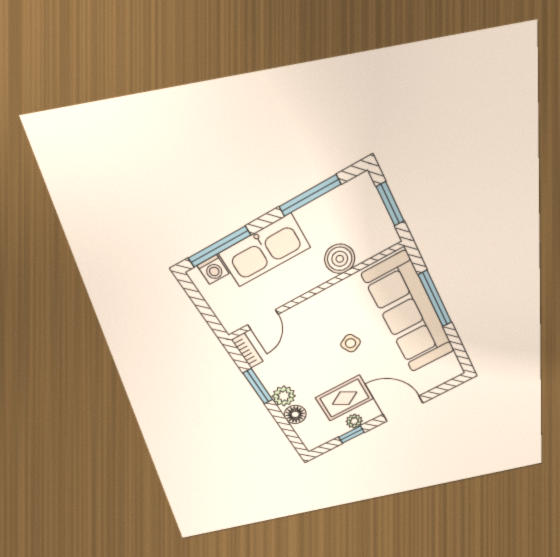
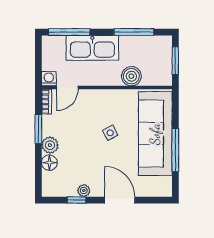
washing machine: (213, 270) -> (49, 79), moved, turned 180
window: (435, 299) -> (175, 150), moved
rug: (345, 398) -> (87, 169), removed

